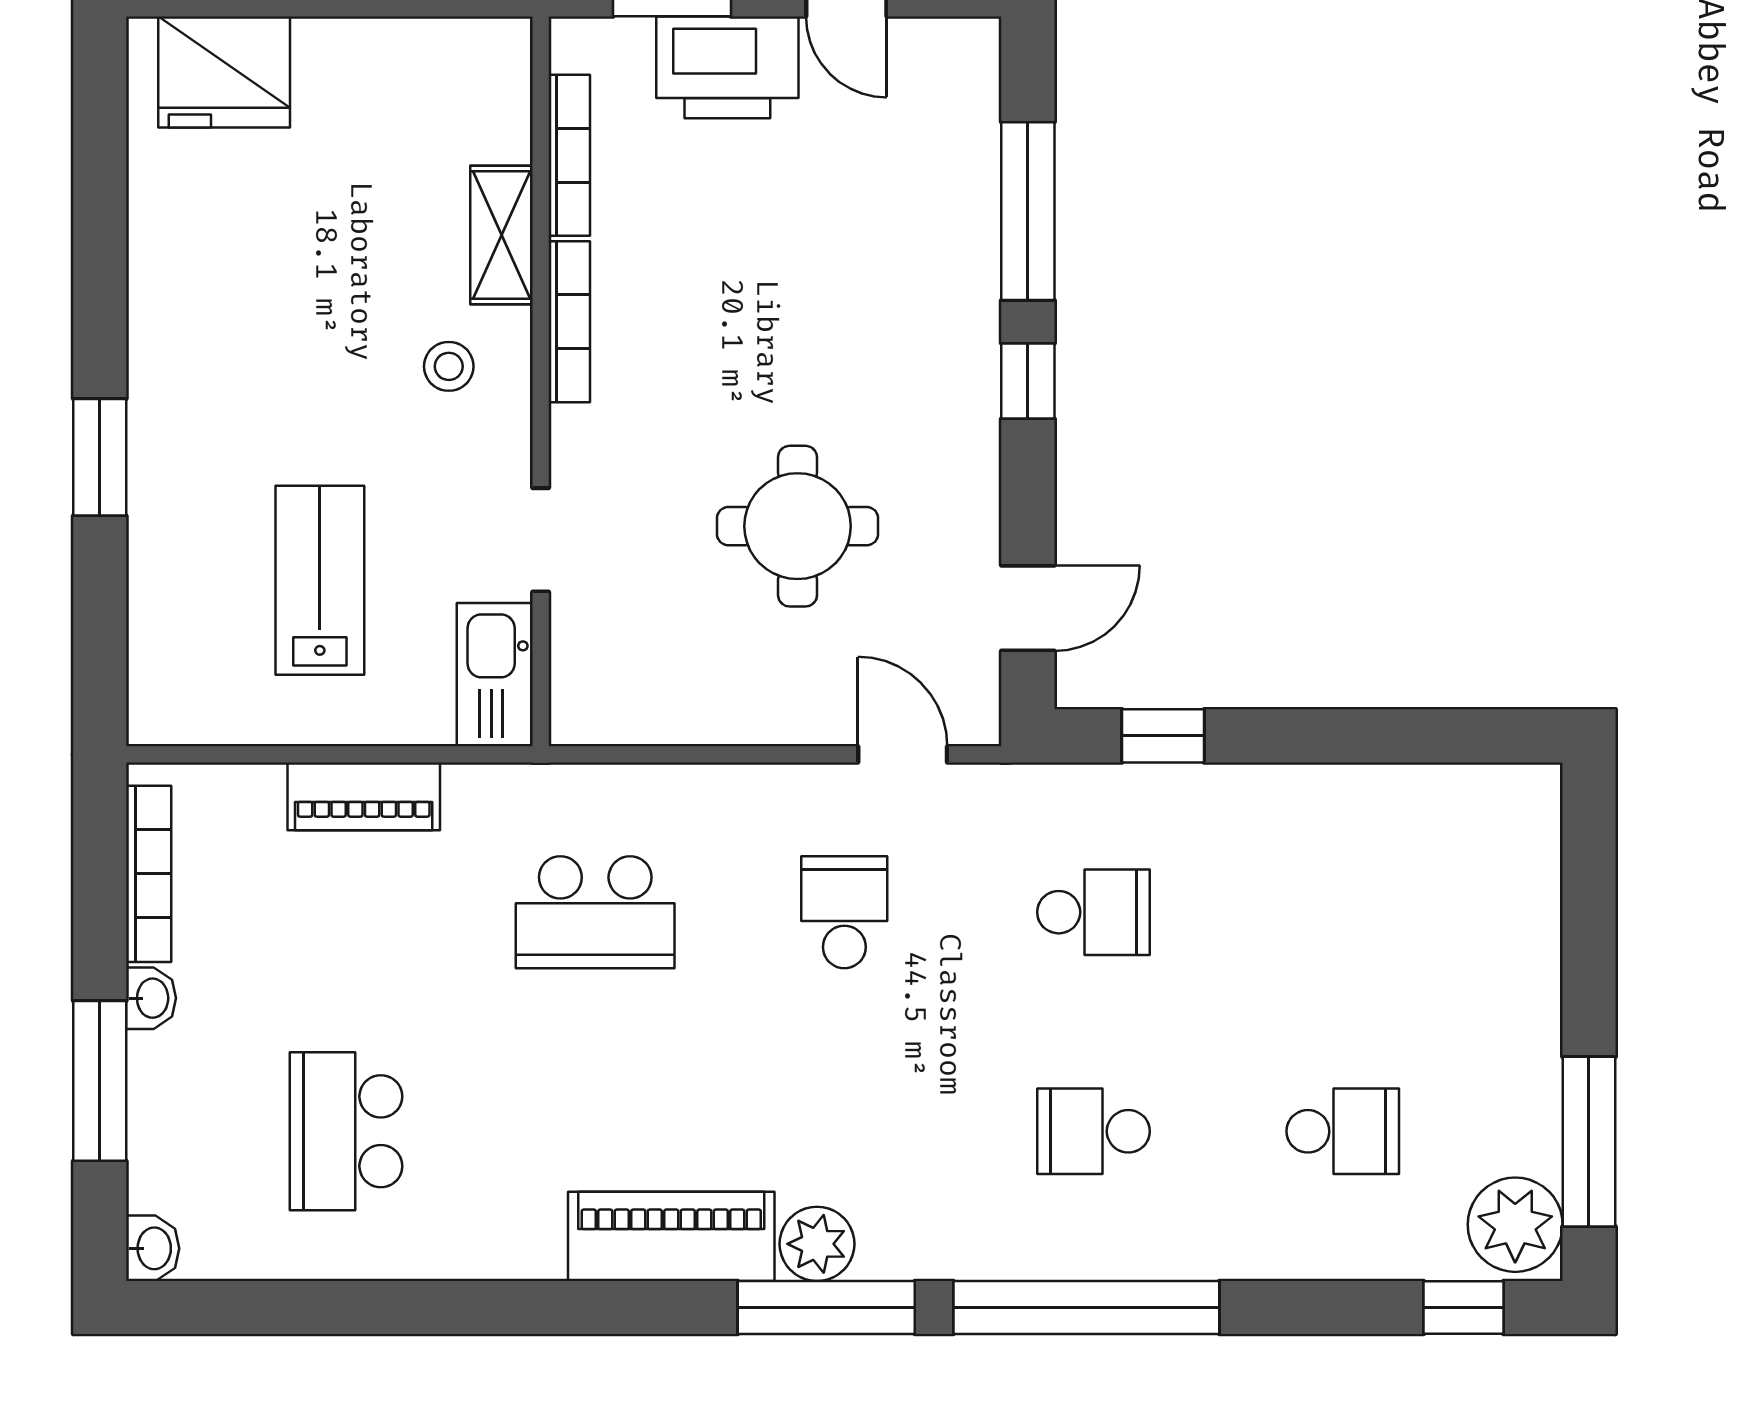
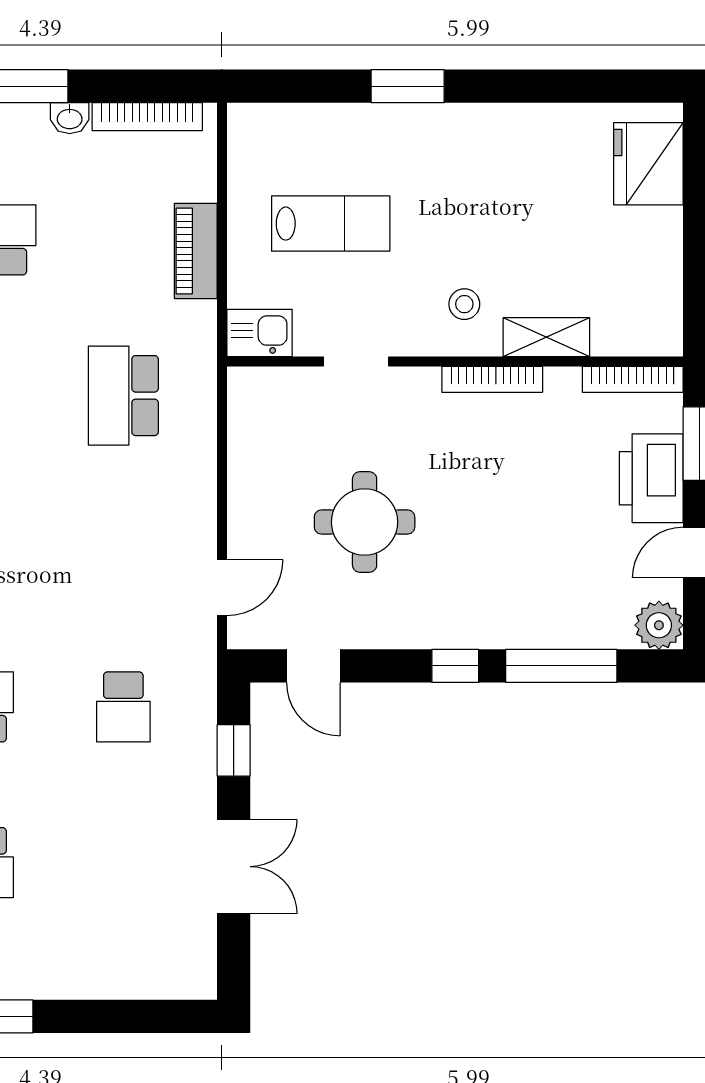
plant: (963, 55) -> (659, 625), added
bookcase: (569, 155) -> (633, 379), moved
kitchen sink: (495, 675) -> (260, 333), width x0.73
double door: (1349, 736) -> (234, 867), added
school desk: (844, 912) -> (123, 551), removed

